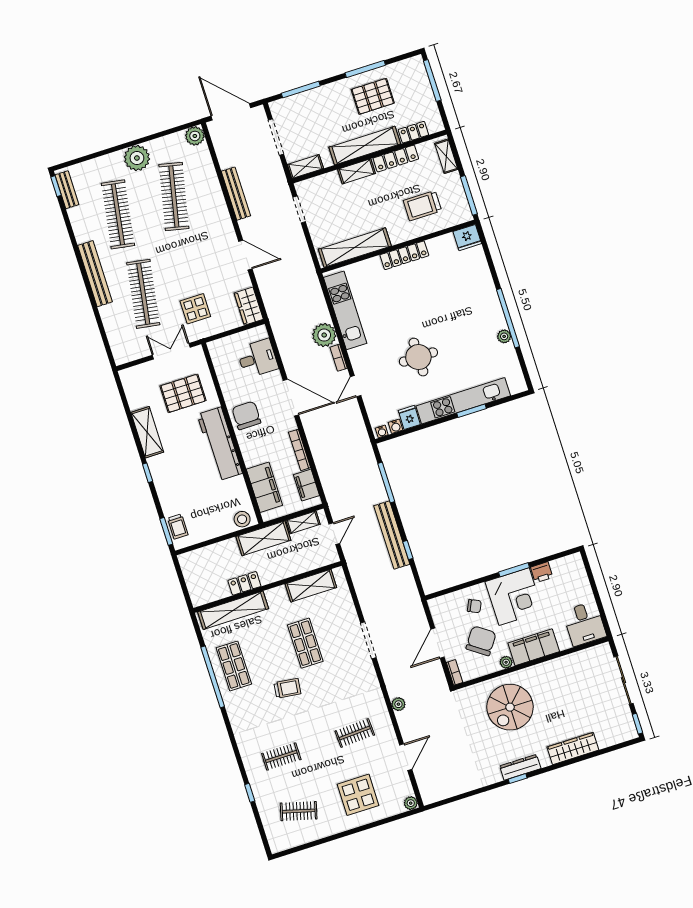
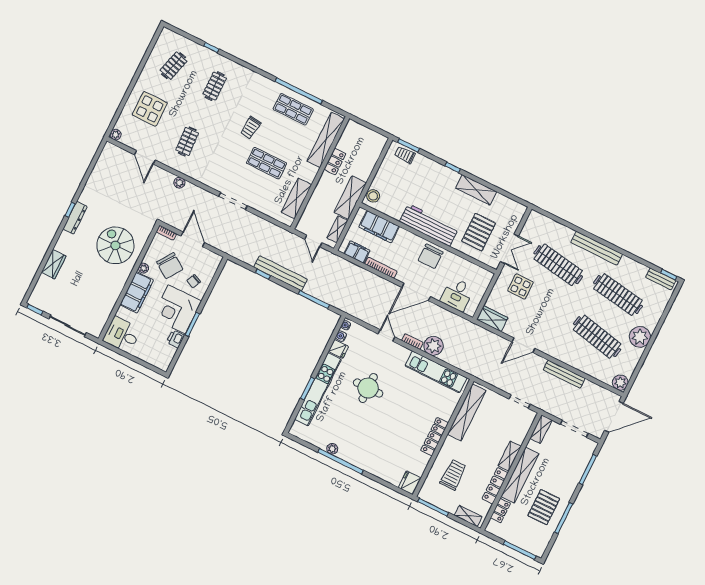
chair: (246, 415) -> (431, 256), turned 90
wardrobe: (573, 749) -> (54, 264), width x0.67

